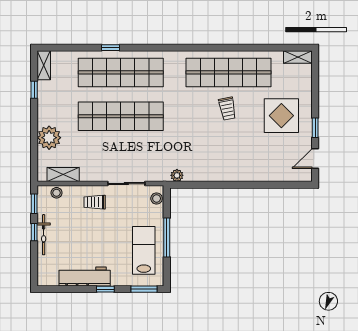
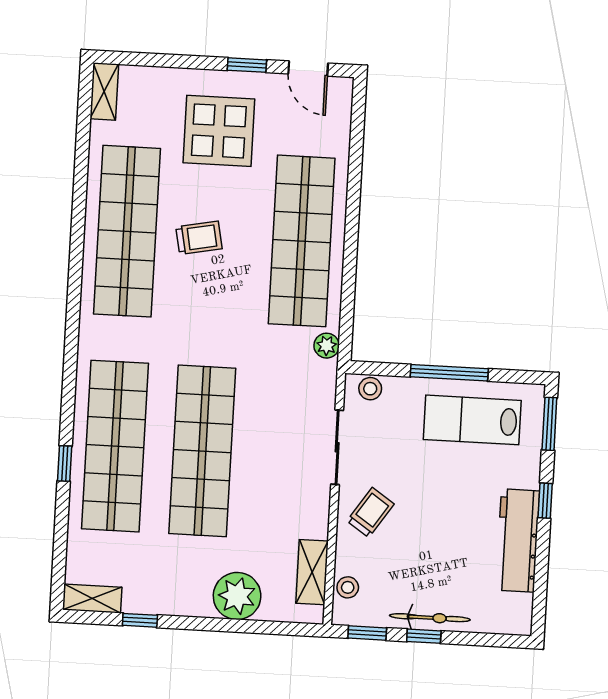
shop shelf: (229, 160) -> (302, 241), added
trolley: (95, 202) -> (371, 512), turned -146

